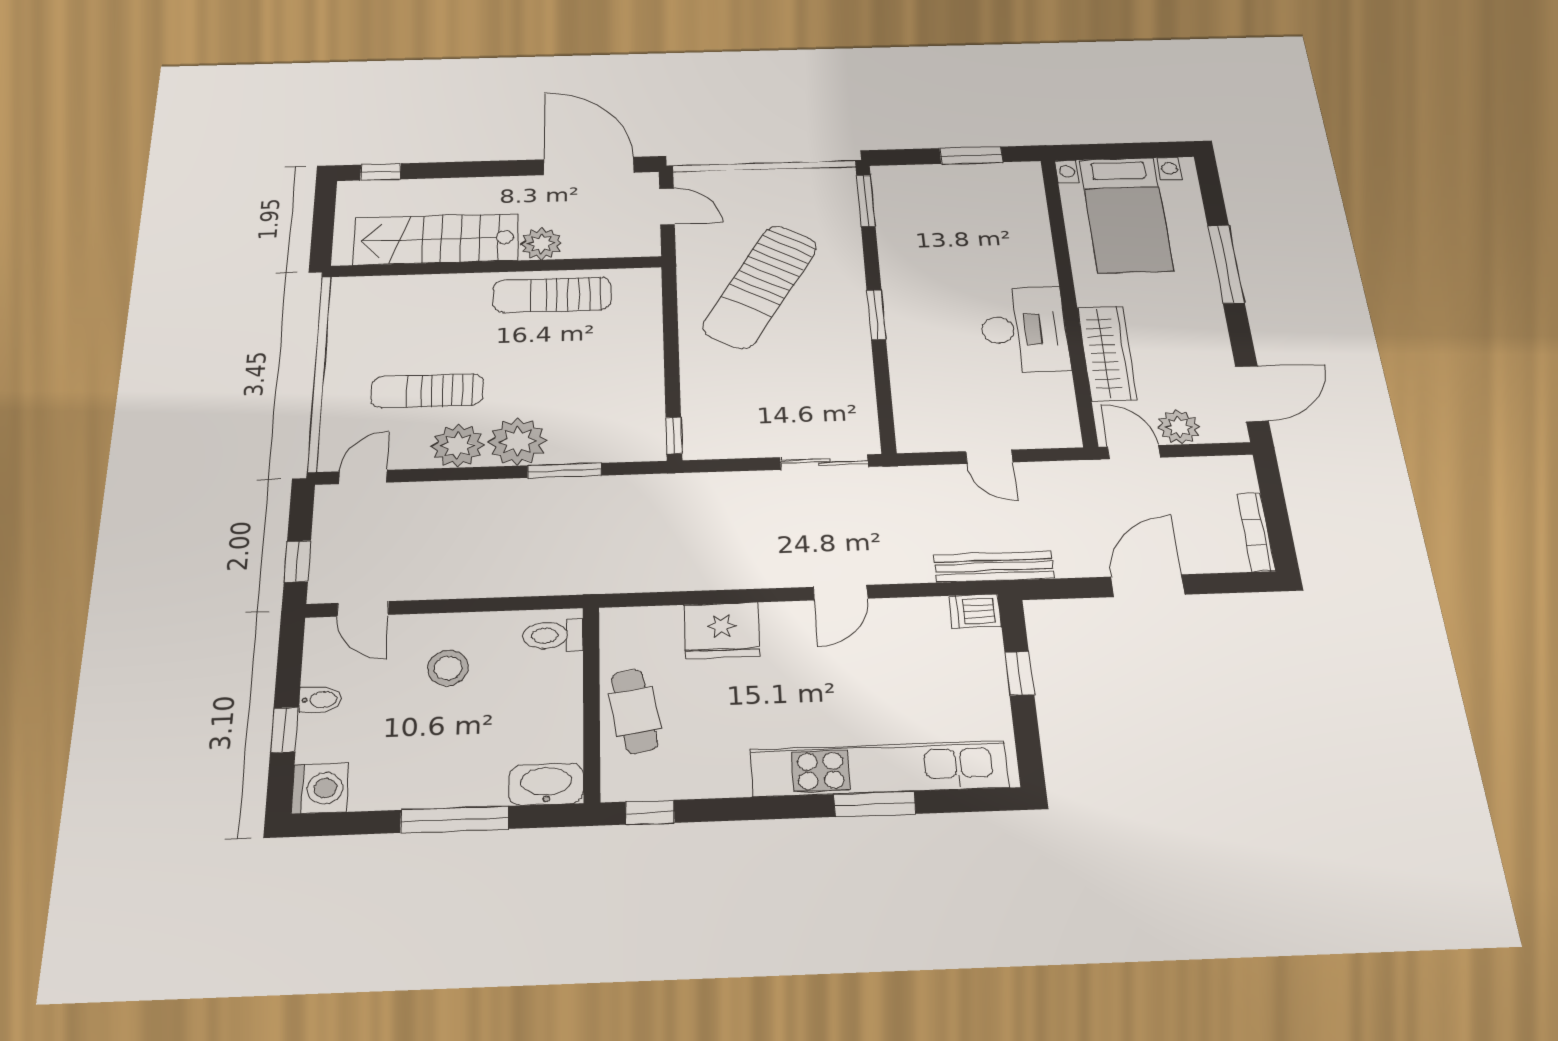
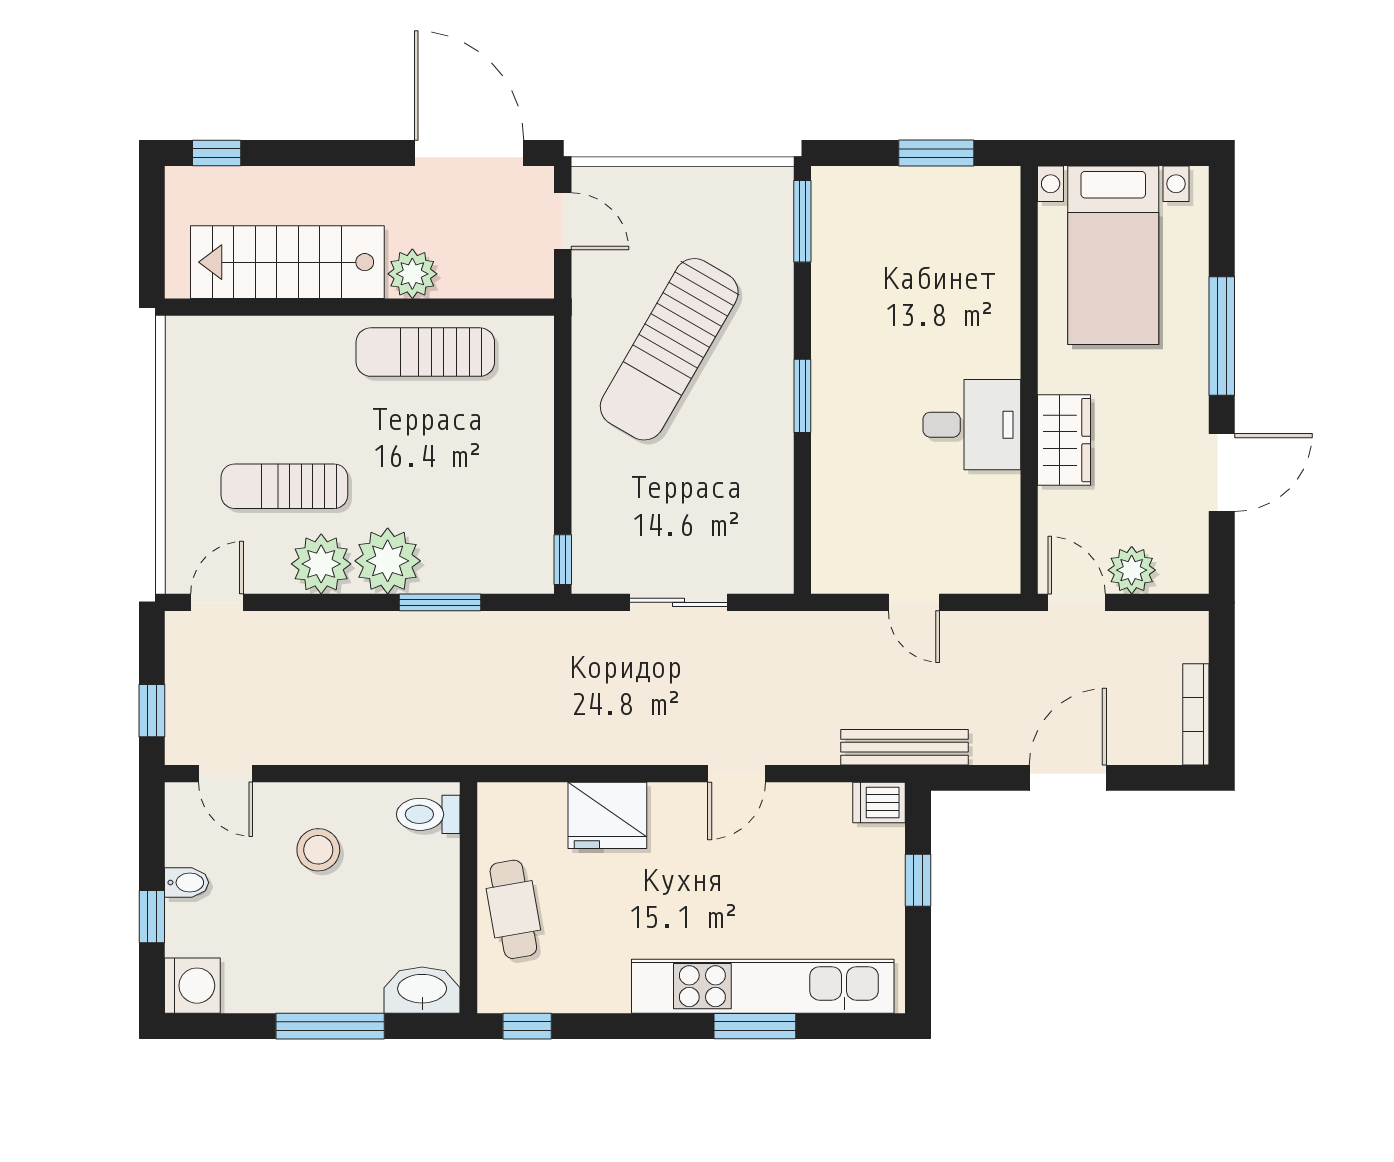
desk: (1024, 330) -> (972, 425), width x0.73
wardrobe: (1107, 353) -> (1064, 440), width x0.67
door: (1252, 394) -> (1222, 472), moved
sliding door: (824, 462) -> (678, 602), moved

